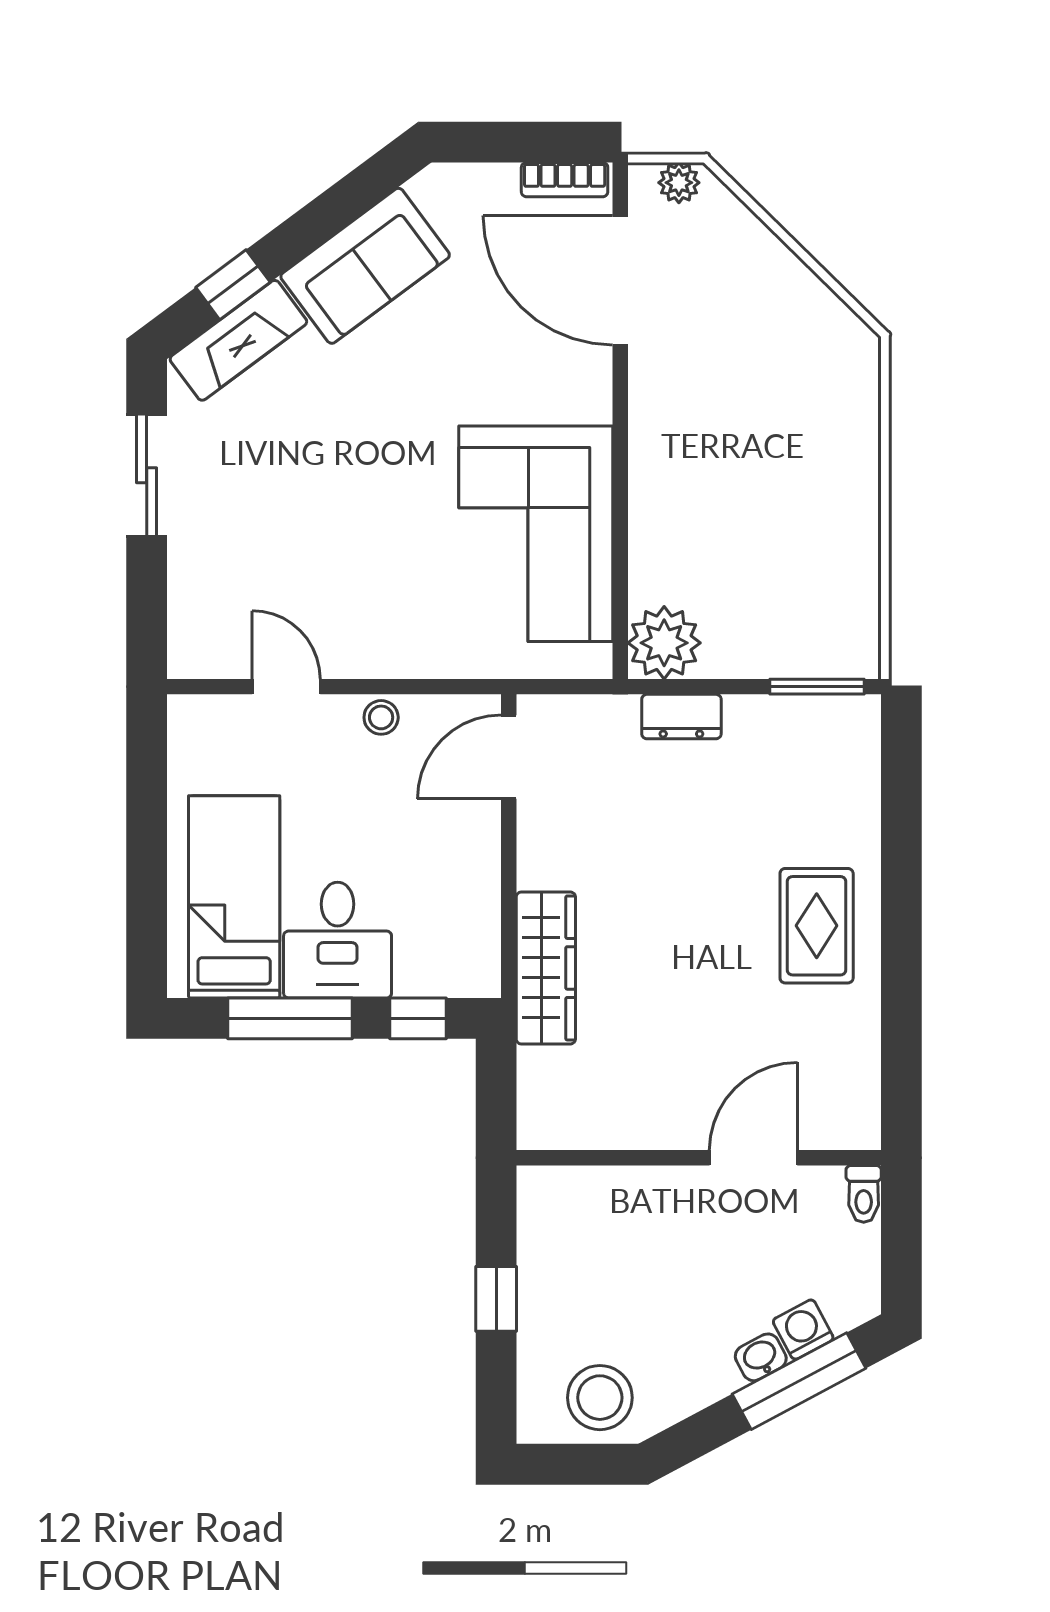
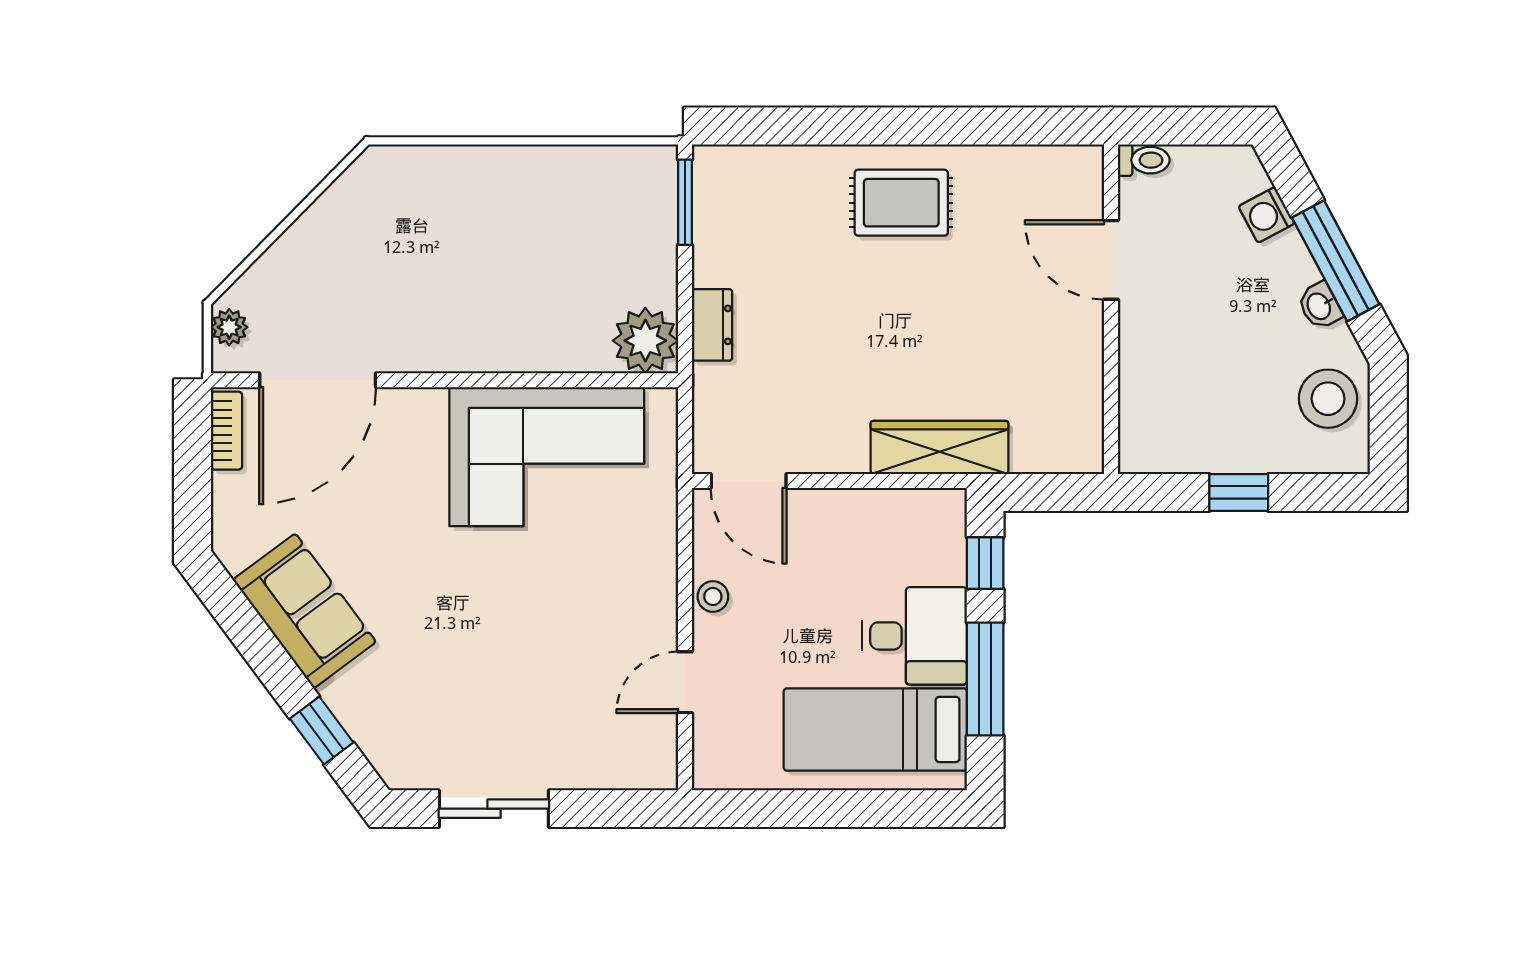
fireplace: (238, 340) -> (372, 726), removed
washbasin: (761, 1357) -> (1320, 306), moved
window: (799, 1381) -> (1336, 261), moved

